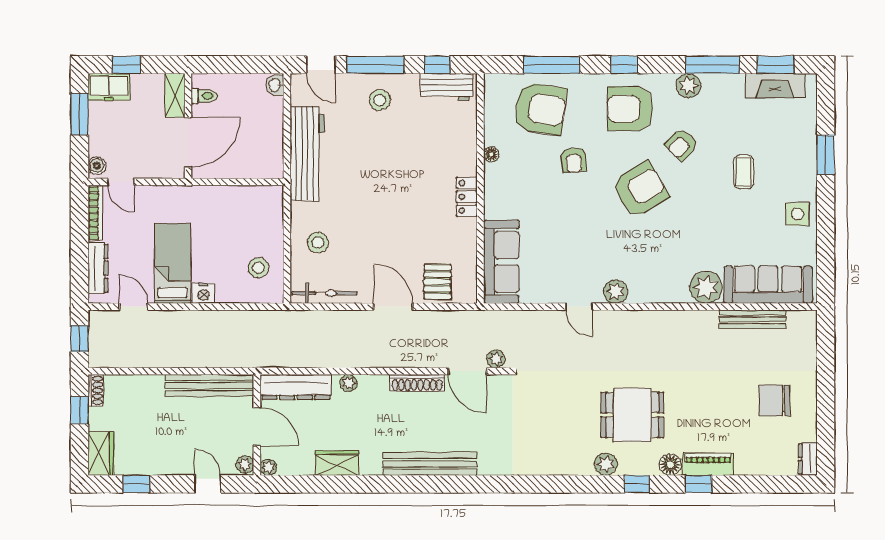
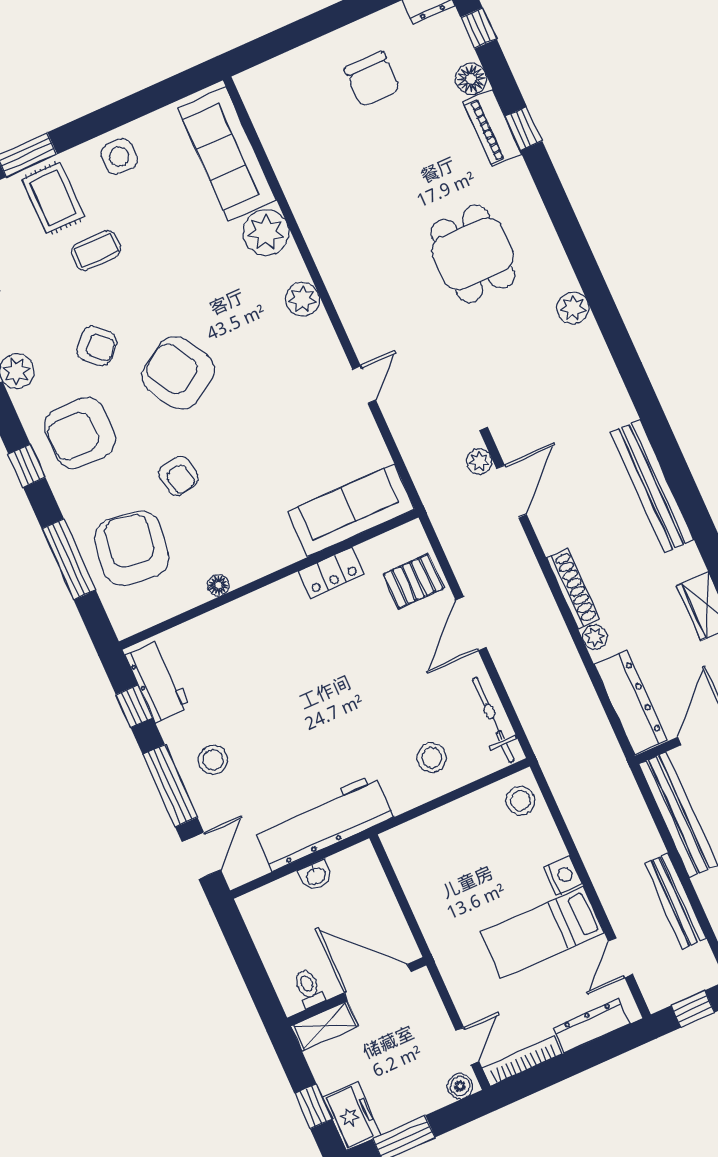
washbasin: (275, 85) -> (316, 876), moved
armchair: (630, 109) -> (80, 433), turned 90
rug: (790, 159) -> (53, 198), added
armchair: (574, 160) -> (178, 476), turned 85
locker: (467, 197) -> (331, 573), moved
stool: (258, 268) -> (521, 801), moved
plant: (616, 292) -> (302, 299), moved
bench: (753, 319) -> (675, 901), moved
shoe rack: (417, 383) -> (573, 588), moved
plant: (606, 464) -> (573, 308), moved
floor lamp: (670, 465) -> (471, 79), moved
window: (637, 484) -> (479, 28), moved

